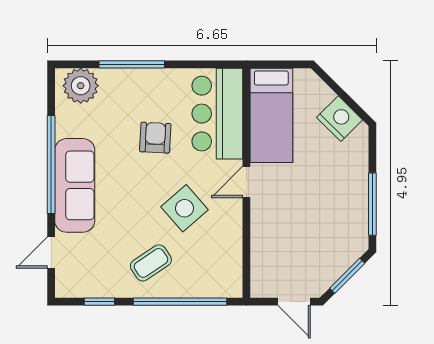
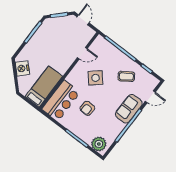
door: (246, 182) -> (82, 53), moved
sofa: (75, 185) -> (129, 109), width x0.73
coffee table: (151, 263) -> (126, 76), moved

